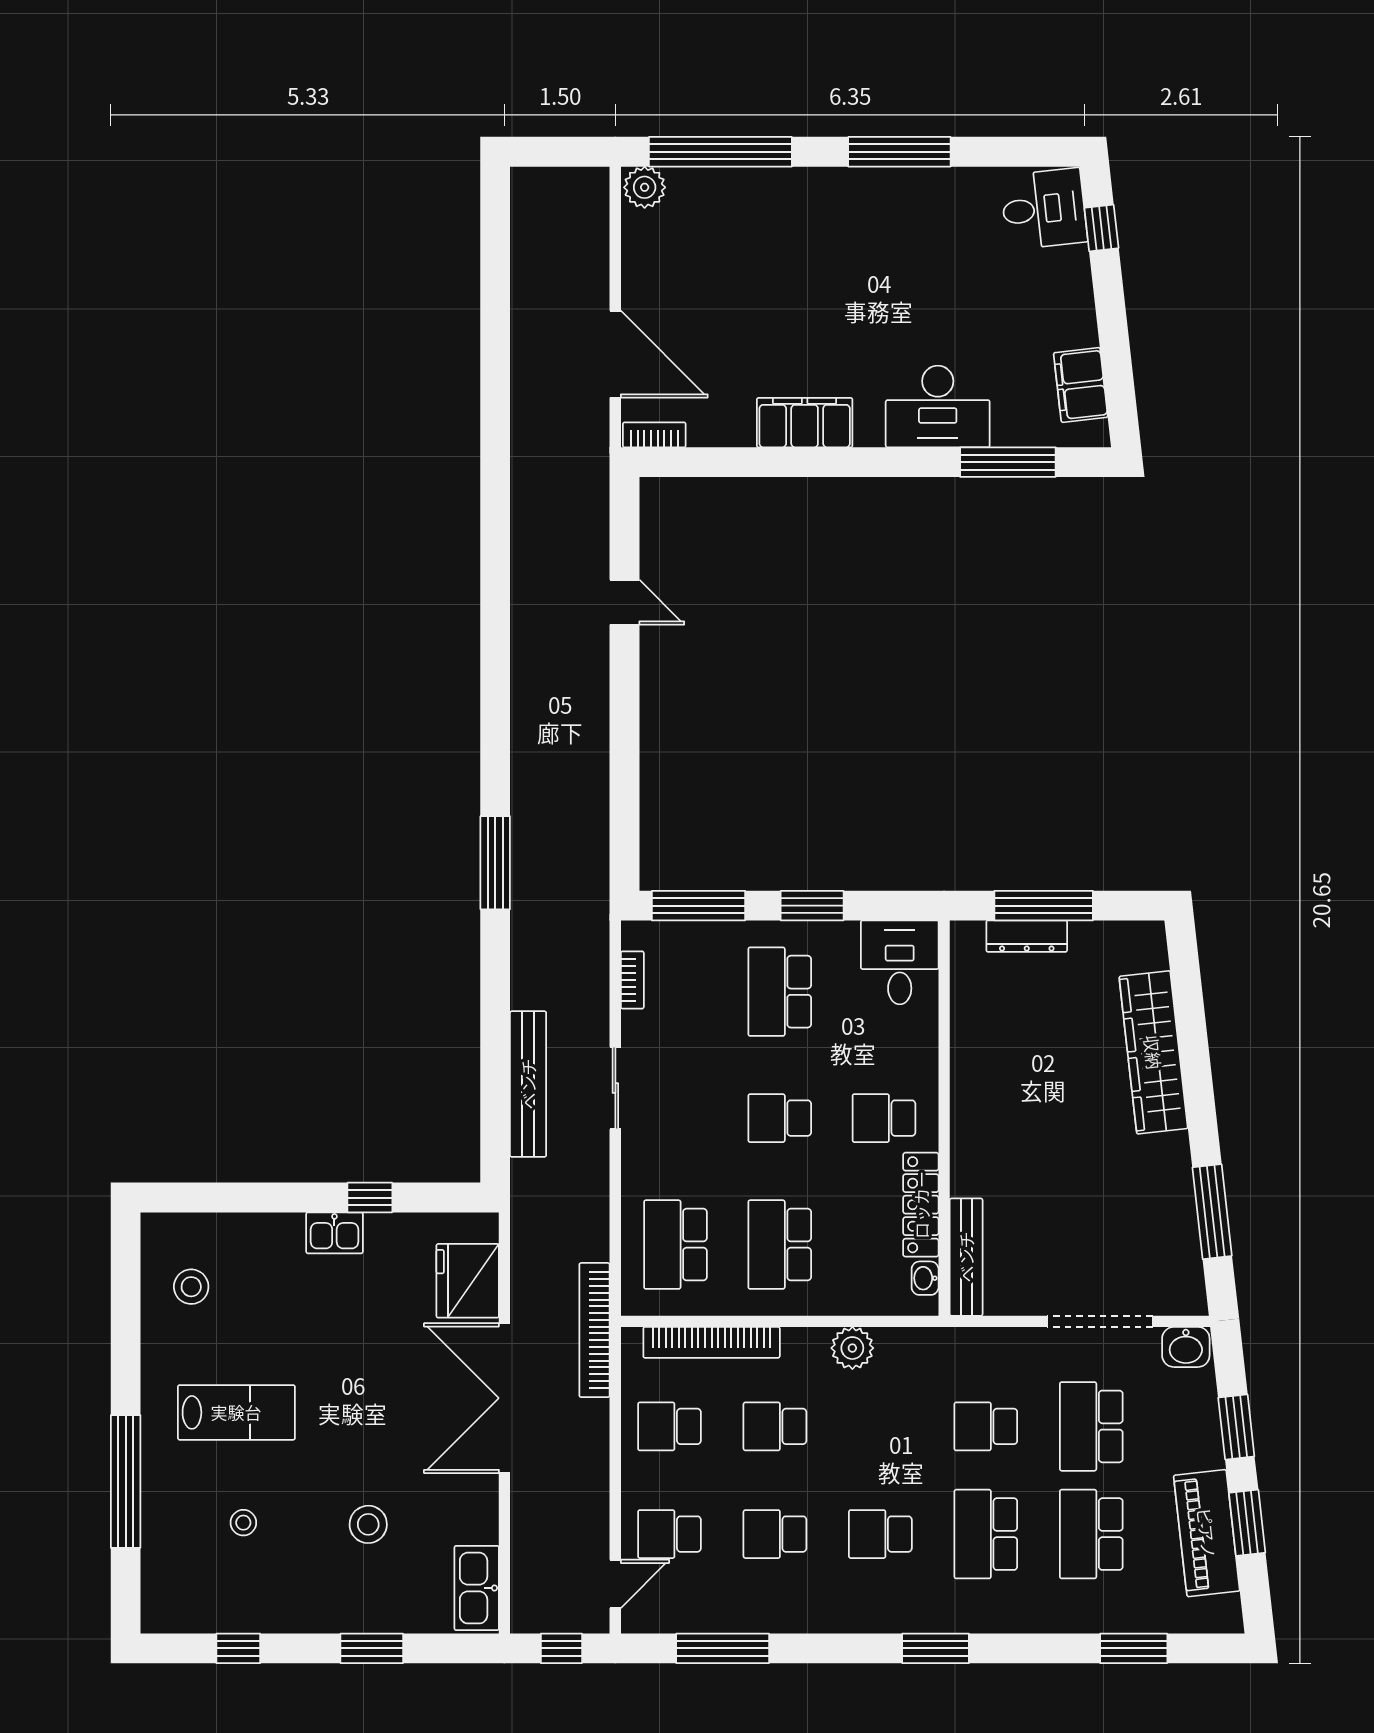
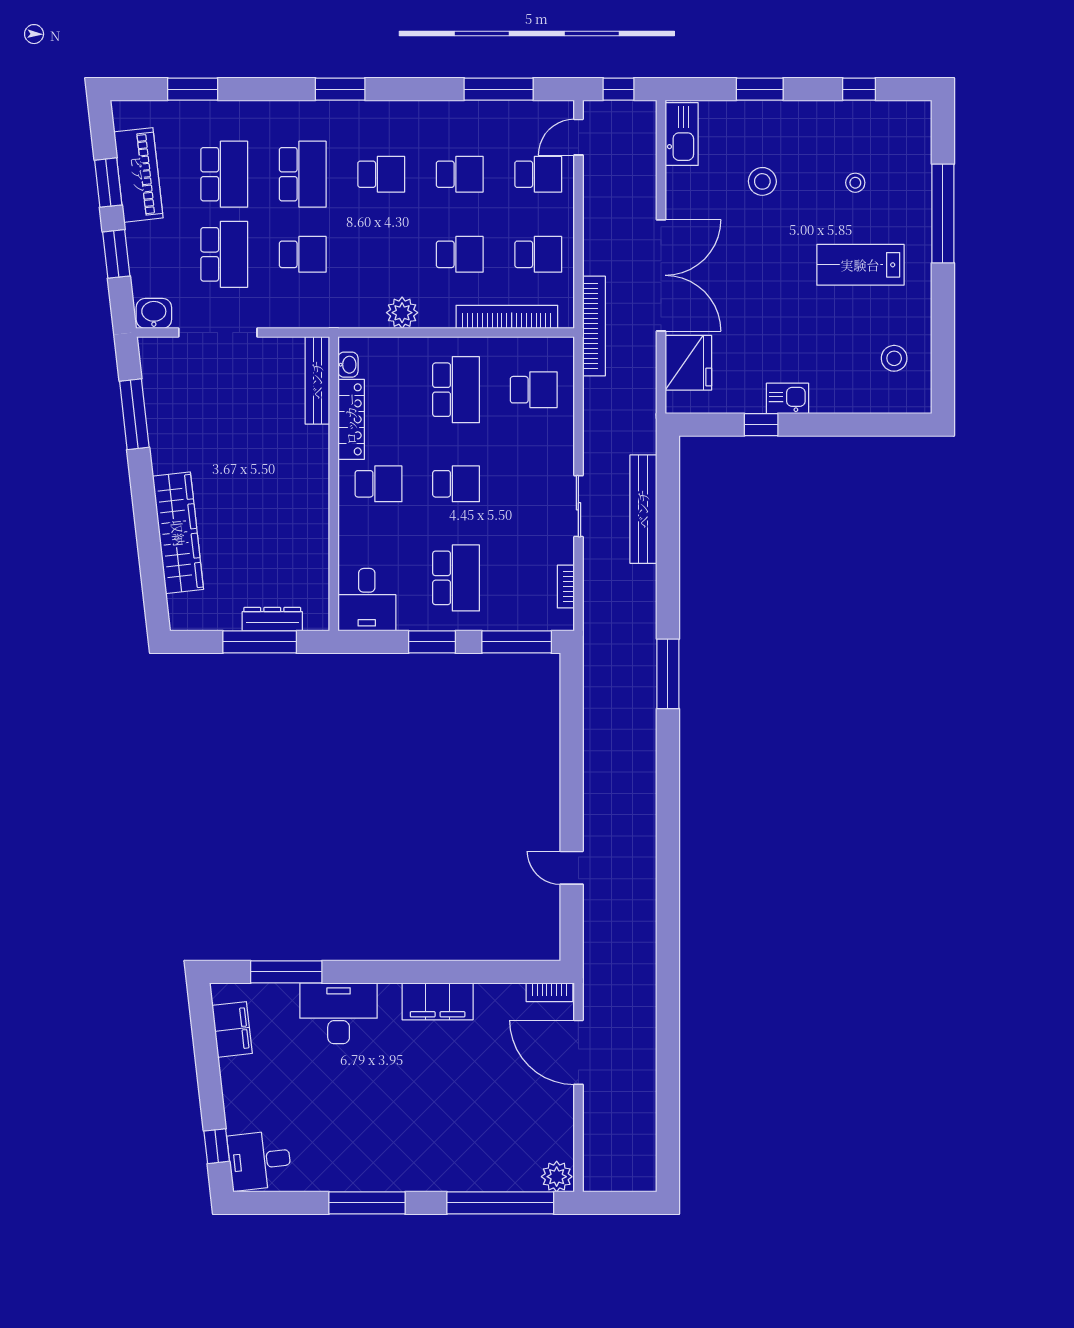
school desk: (676, 1245) -> (534, 390), width x0.54

